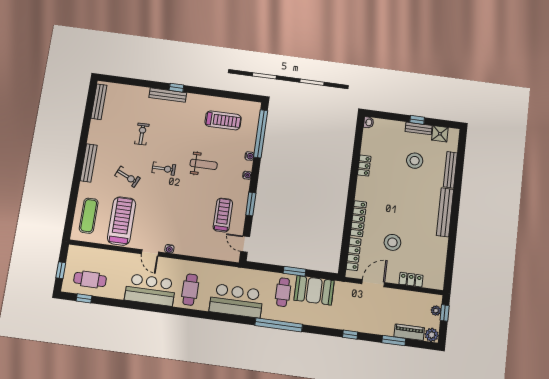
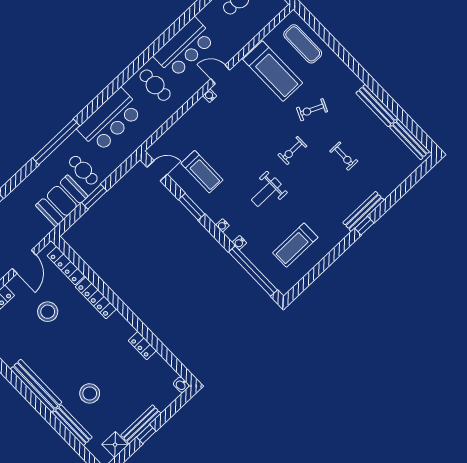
bench: (419, 128) -> (141, 424), width x1.36
stool: (415, 161) -> (90, 393), moved
bench: (89, 163) -> (377, 105), moved

